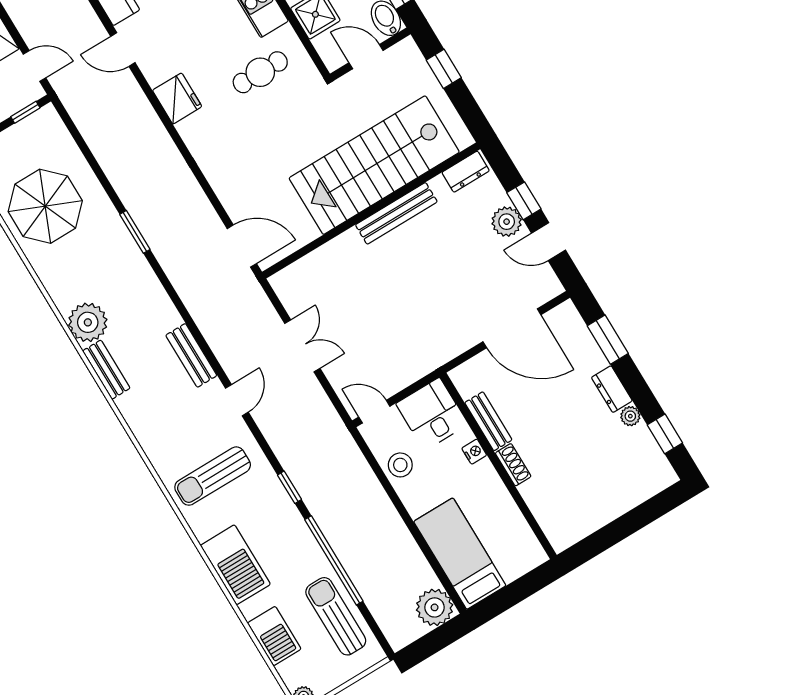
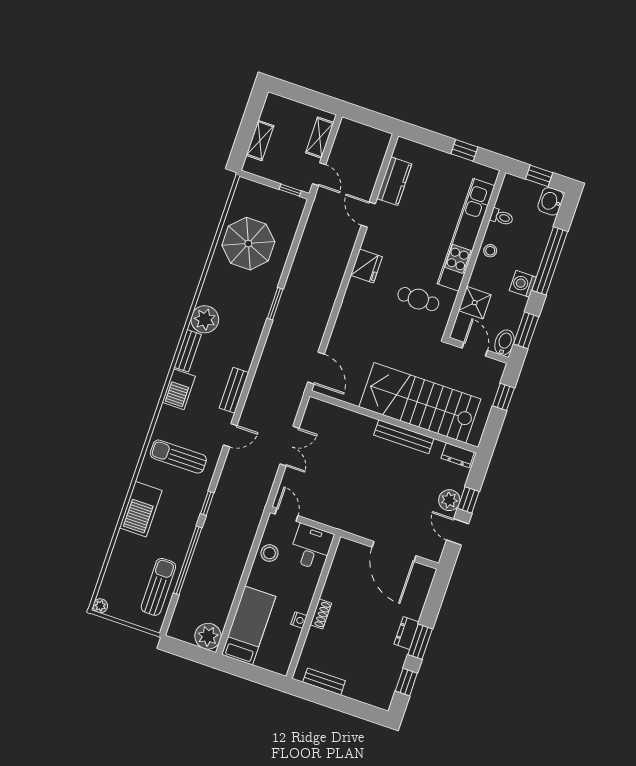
window: (608, 340) -> (420, 642), moved
plant: (630, 416) -> (400, 655), removed
bench: (488, 421) -> (324, 681), moved, turned 90
nightstand: (474, 452) -> (299, 620), moved
barbecue: (274, 636) -> (179, 389), moved

